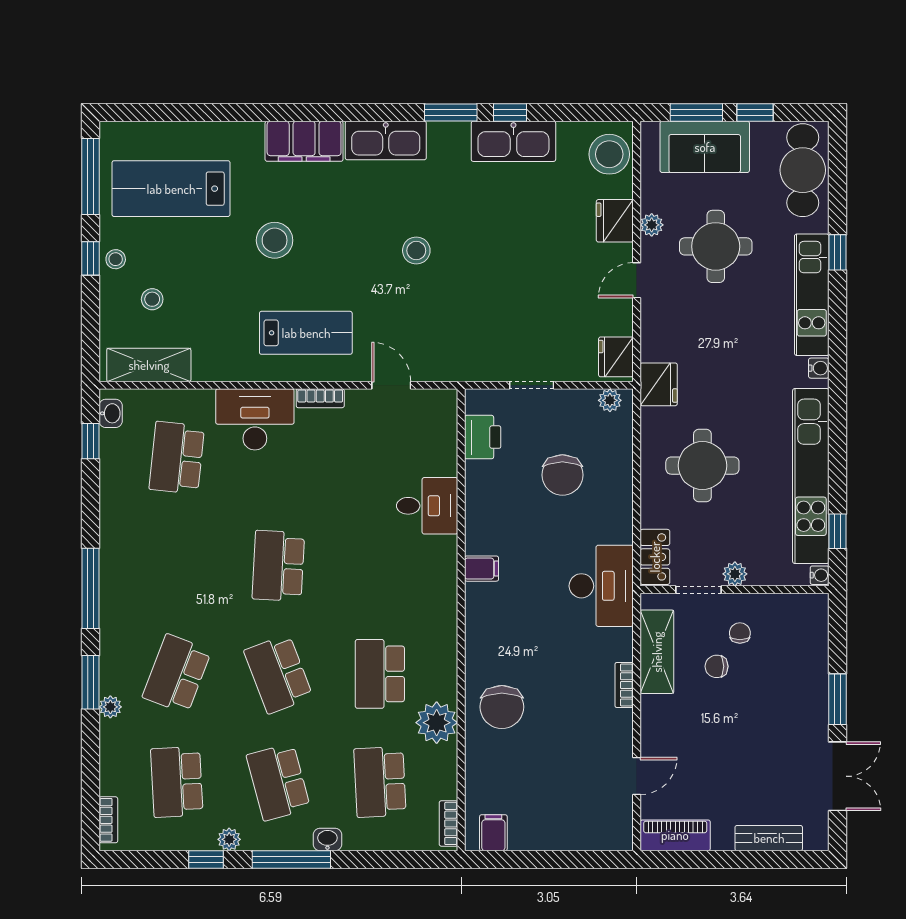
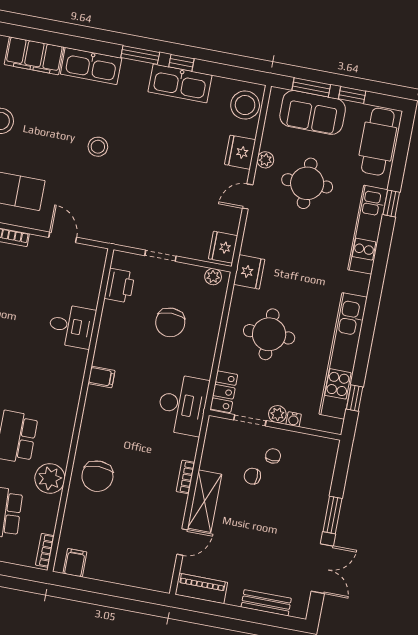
water cooler: (819, 368) -> (363, 282), removed
water cooler: (820, 575) -> (294, 419), moved, turned 90
shelving: (657, 652) -> (205, 501), moved

